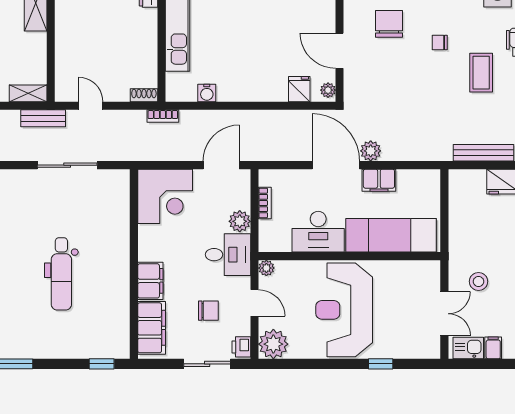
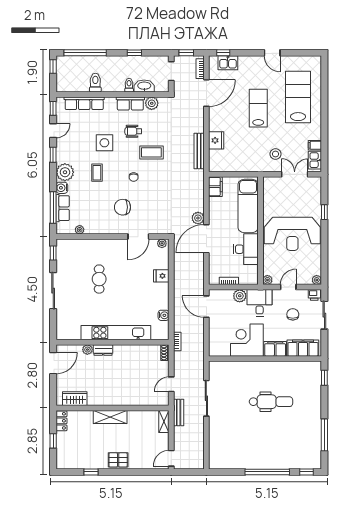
fridge: (299, 89) -> (161, 276), moved
filing cabinet: (379, 180) -> (215, 187), moved
corner desk: (165, 196) -> (247, 340), moved, turned -90
plant: (273, 344) -> (317, 280), width x0.53, depth x0.53

